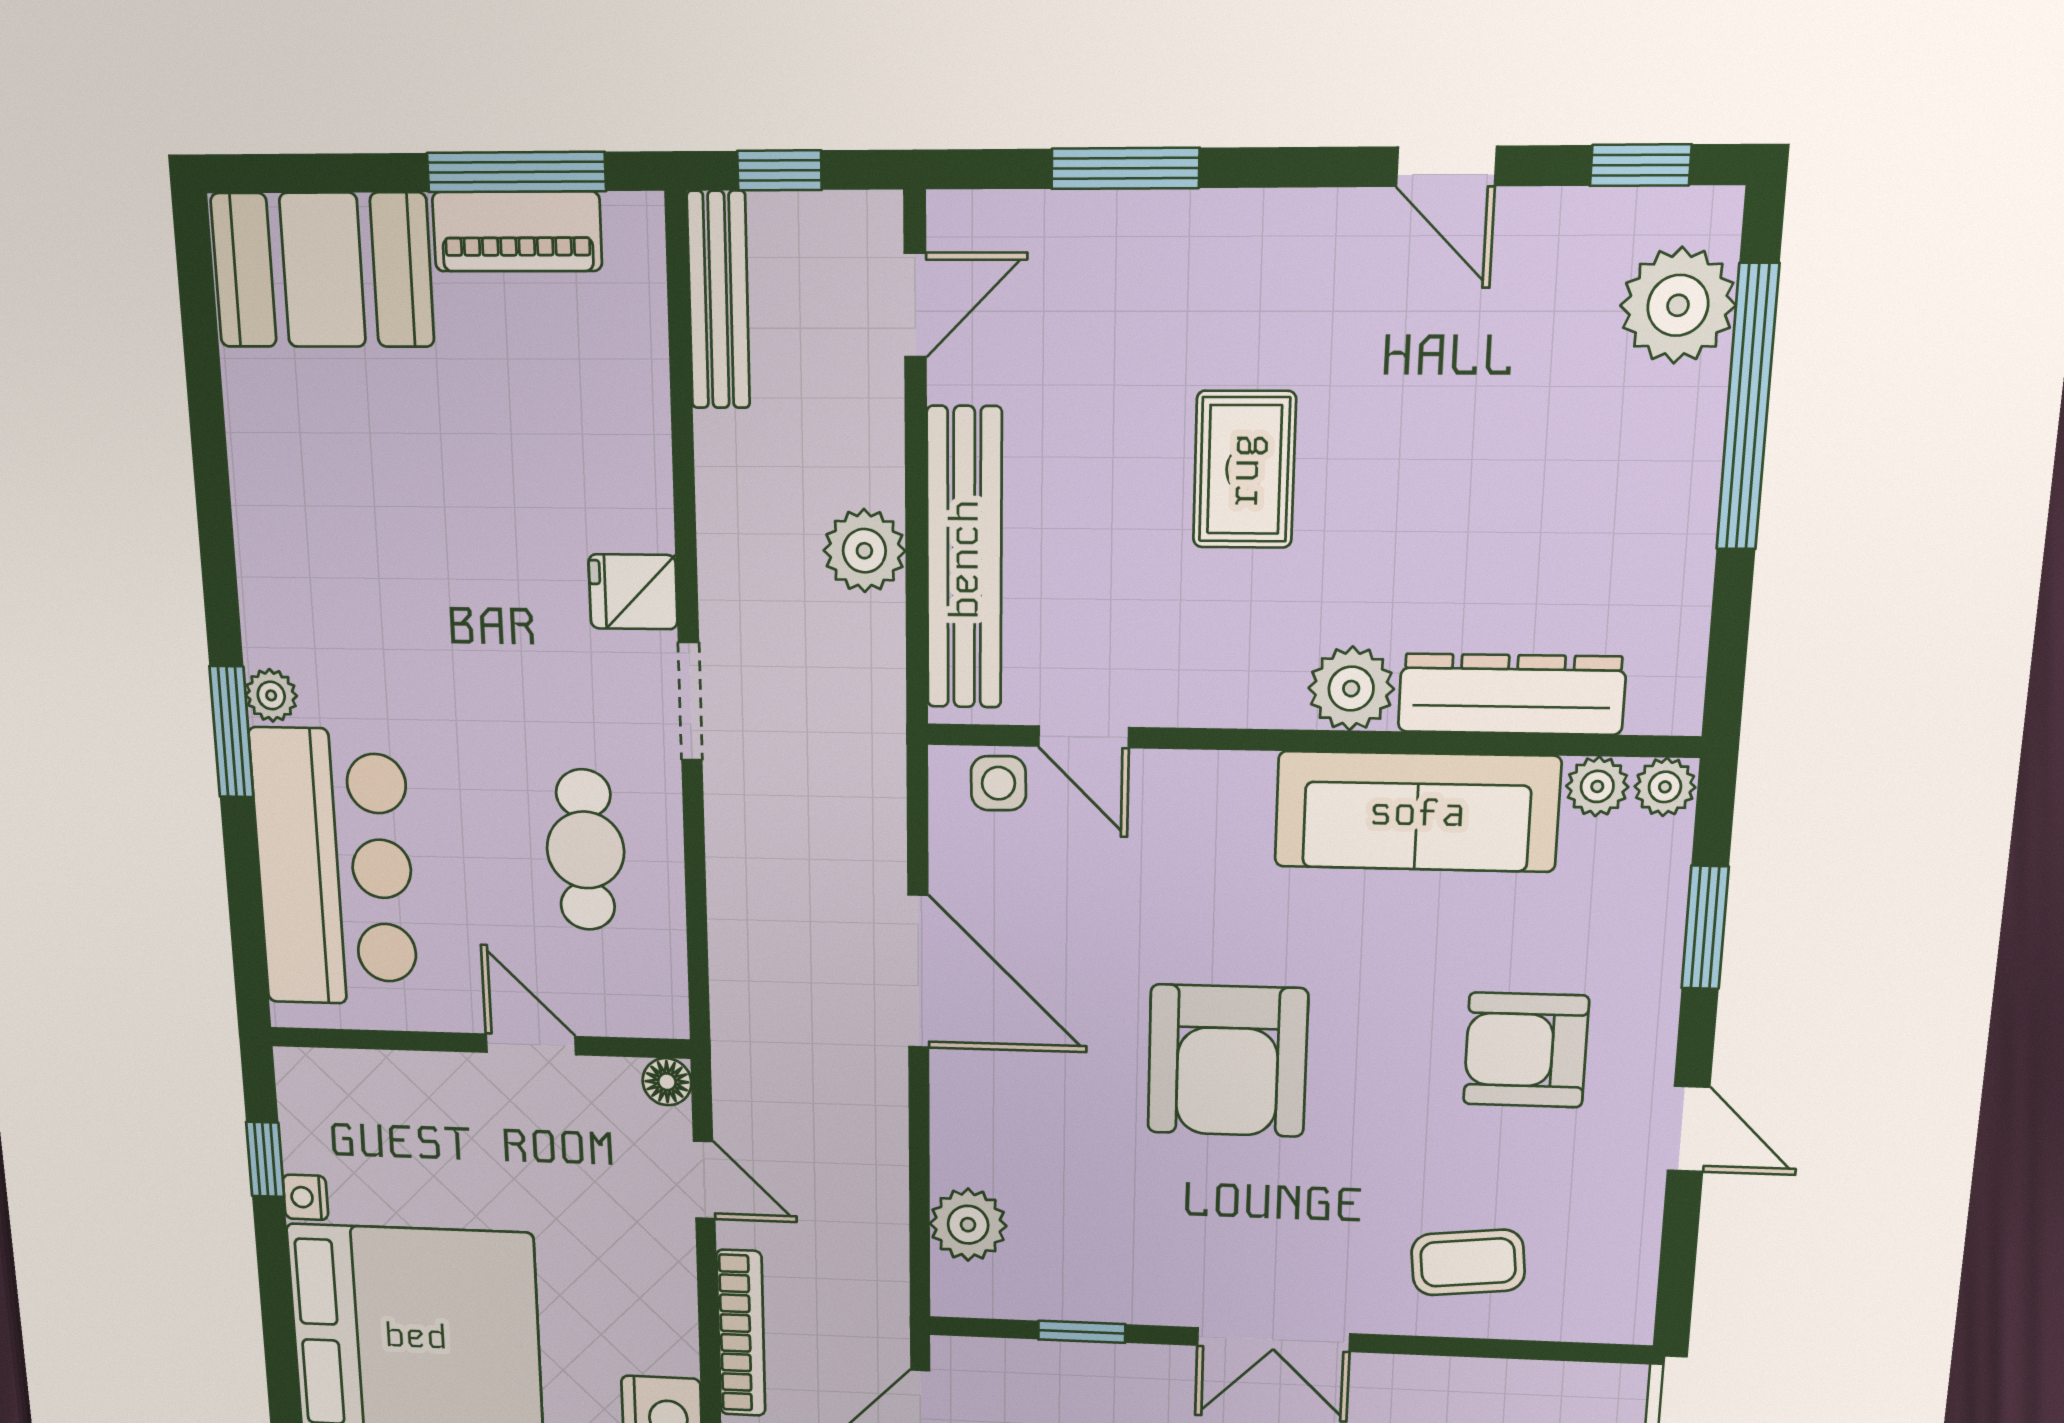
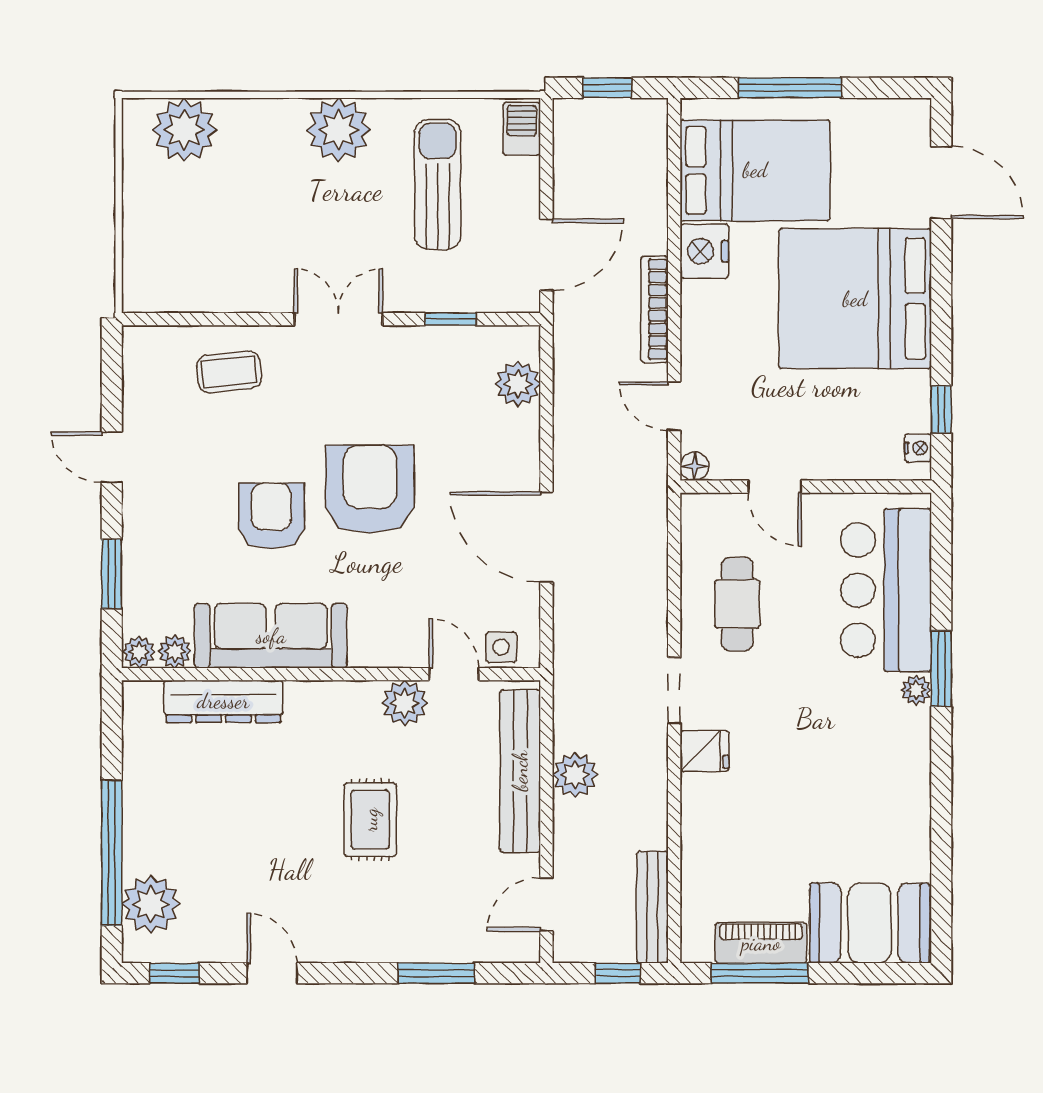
plant: (1351, 689) -> (405, 703), moved
armchair: (1526, 1050) -> (271, 516), moved, turned -90
nightstand: (305, 1197) -> (918, 448), moved

